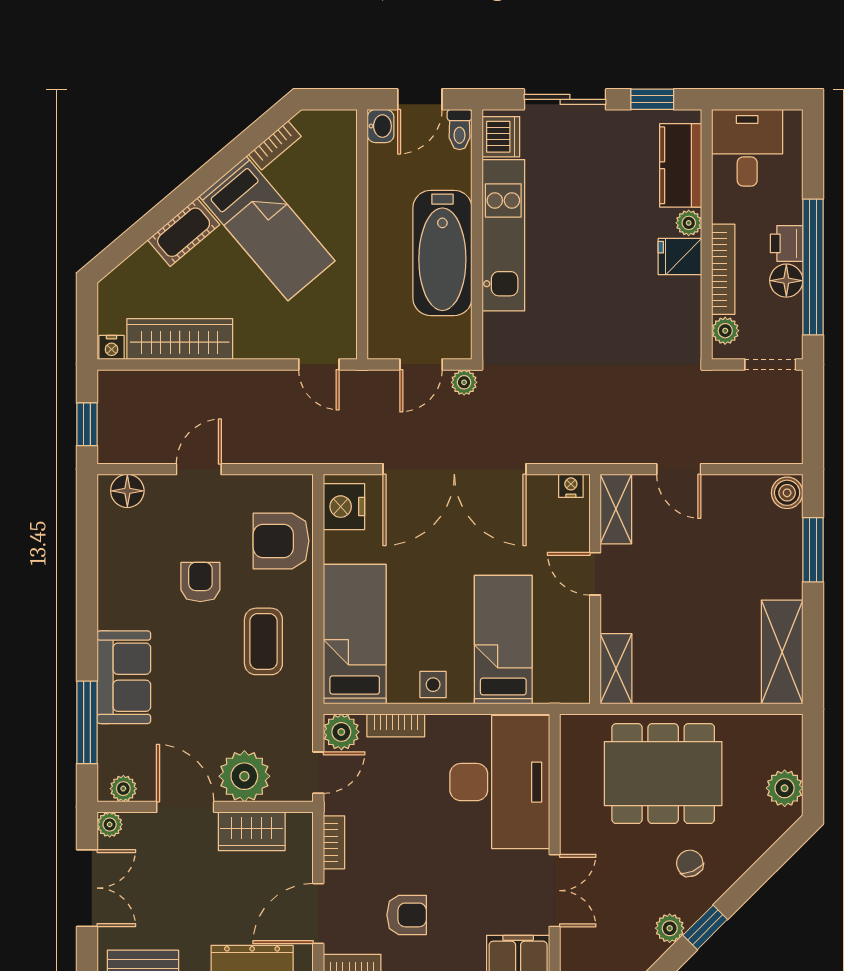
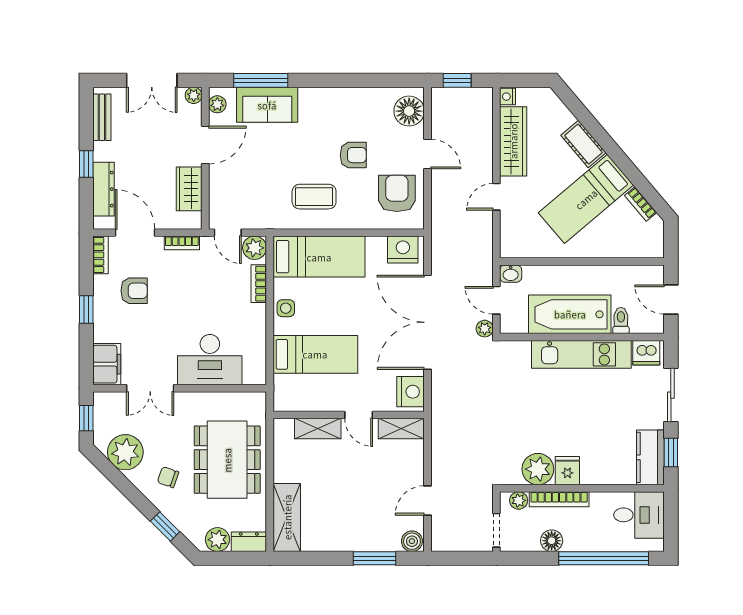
washbasin: (381, 126) -> (511, 274), moved
toilet: (460, 130) -> (621, 320), moved, turned 90
kitchen counter: (681, 165) -> (650, 457), moved, turned -90
plant: (689, 223) -> (538, 469), moved, width x1.88, depth x1.88
printer: (787, 243) -> (576, 541), removed
window: (813, 267) -> (604, 558), moved
door: (319, 364) -> (496, 197), moved
door: (679, 469) -> (428, 500), moved
nightstand: (571, 486) -> (410, 392), width x1.89, depth x1.79
floor lamp: (127, 491) -> (409, 111), width x1.38, depth x1.38
armchair: (281, 541) -> (397, 193), moved
door: (595, 574) -> (359, 415), swing flipped
shelving: (782, 652) -> (287, 517), moved, turned 90
shelving: (616, 669) -> (318, 429), moved
sofa: (124, 677) -> (267, 105), moved
dresser: (788, 741) -> (249, 542), added
plant: (244, 776) -> (225, 184), removed
desk: (500, 782) -> (210, 360), width x0.73, depth x0.77
chair: (690, 863) -> (168, 477), turned -137
armchair: (407, 915) -> (134, 291), turned -90
window: (705, 927) -> (165, 526), moved
plant: (670, 928) -> (125, 452), width x1.88, depth x1.88

